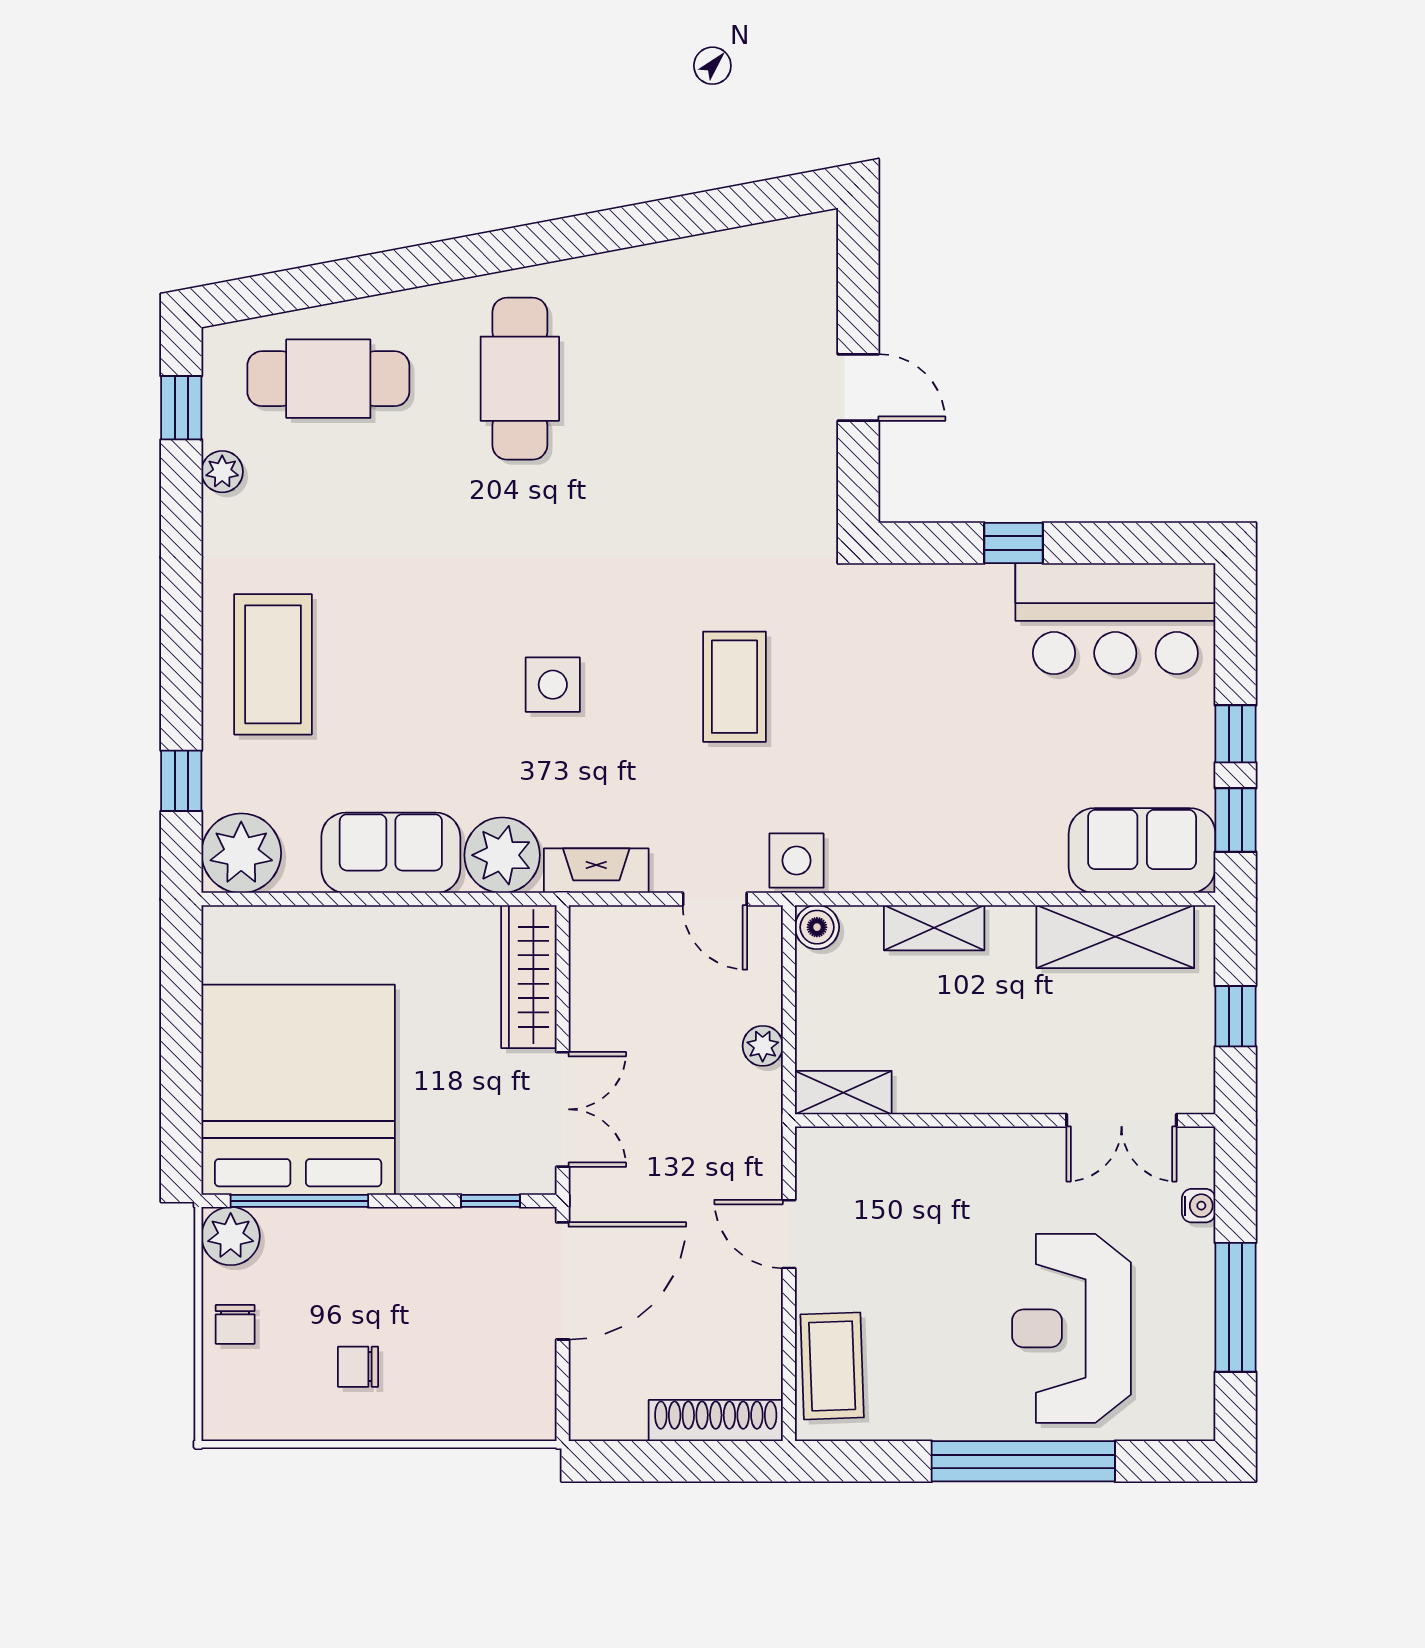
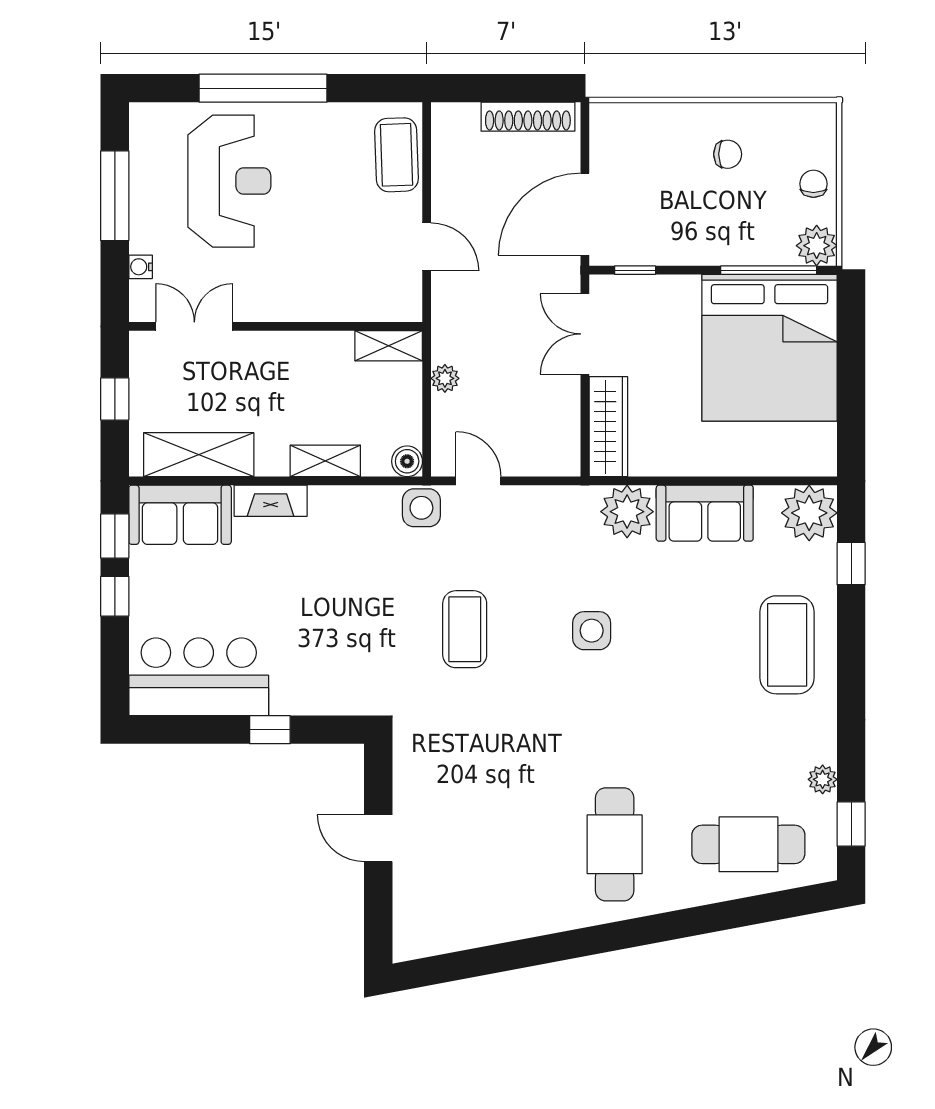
fireplace: (596, 871) -> (271, 501), moved
shoe rack: (716, 1421) -> (528, 117), moved

